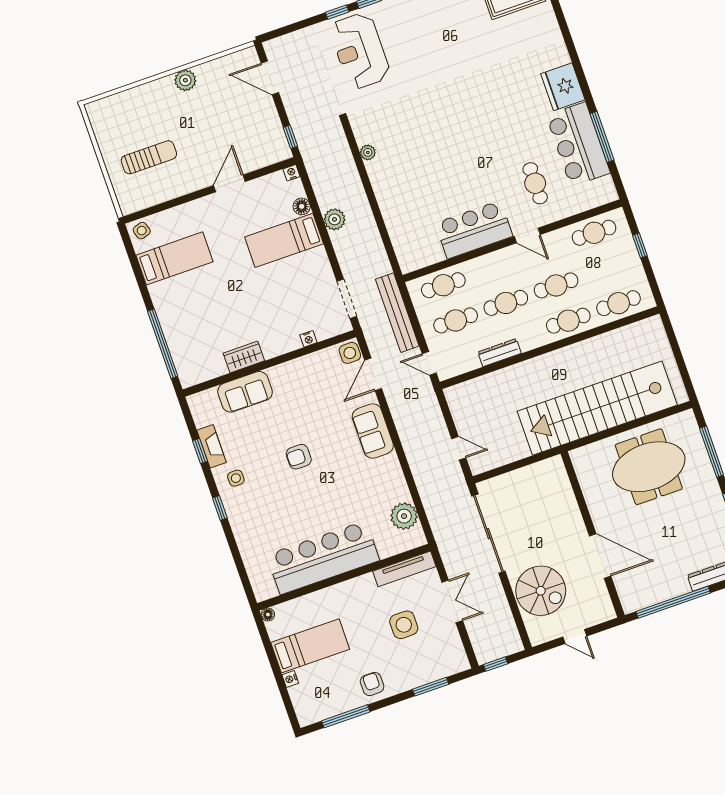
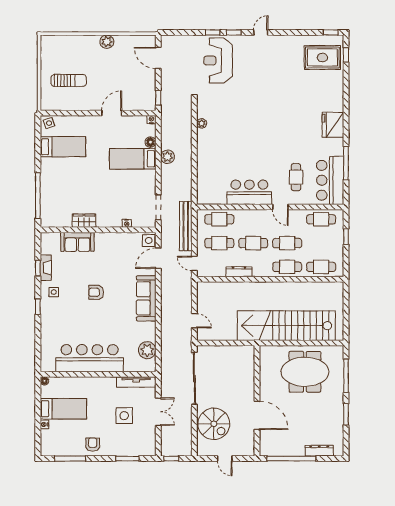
bar counter: (578, 144) -> (330, 180), moved
sofa: (373, 431) -> (146, 298), width x1.36

